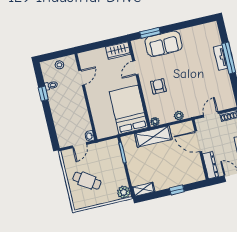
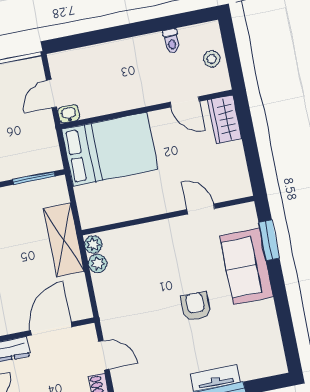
wardrobe: (118, 51) -> (225, 119), moved
armchair: (158, 86) -> (196, 306), moved, turned -90
window: (43, 94) -> (156, 25), removed
bed: (129, 110) -> (110, 149), moved
plant: (179, 116) -> (98, 264), moved
door: (80, 145) -> (52, 94), hinge flipped

